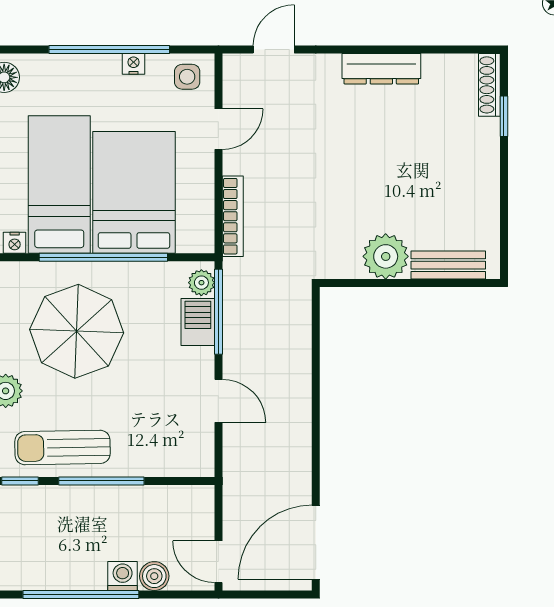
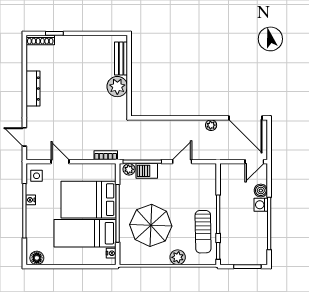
bookcase: (233, 216) -> (106, 155), width x0.64
plant: (300, 465) -> (211, 125), added

